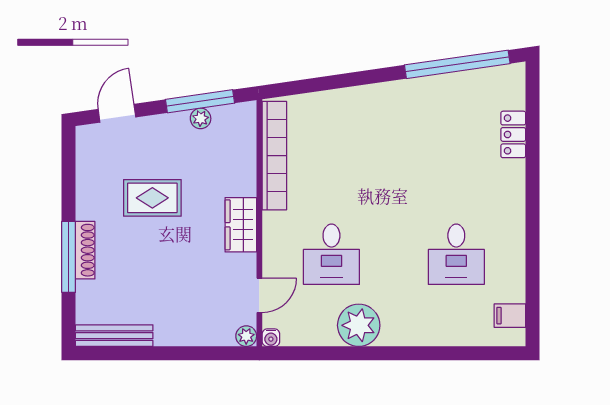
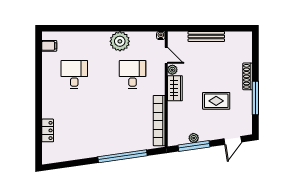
window: (457, 64) -> (123, 156), moved
window: (69, 257) -> (255, 98), moved
door: (259, 295) -> (166, 55), swing flipped
bench: (114, 336) -> (206, 36), moved
plant: (246, 336) -> (172, 70), moved

